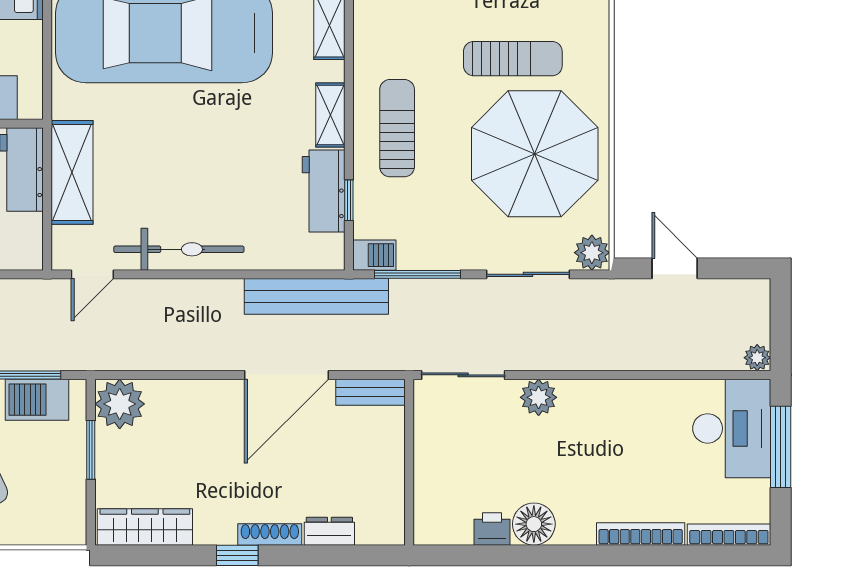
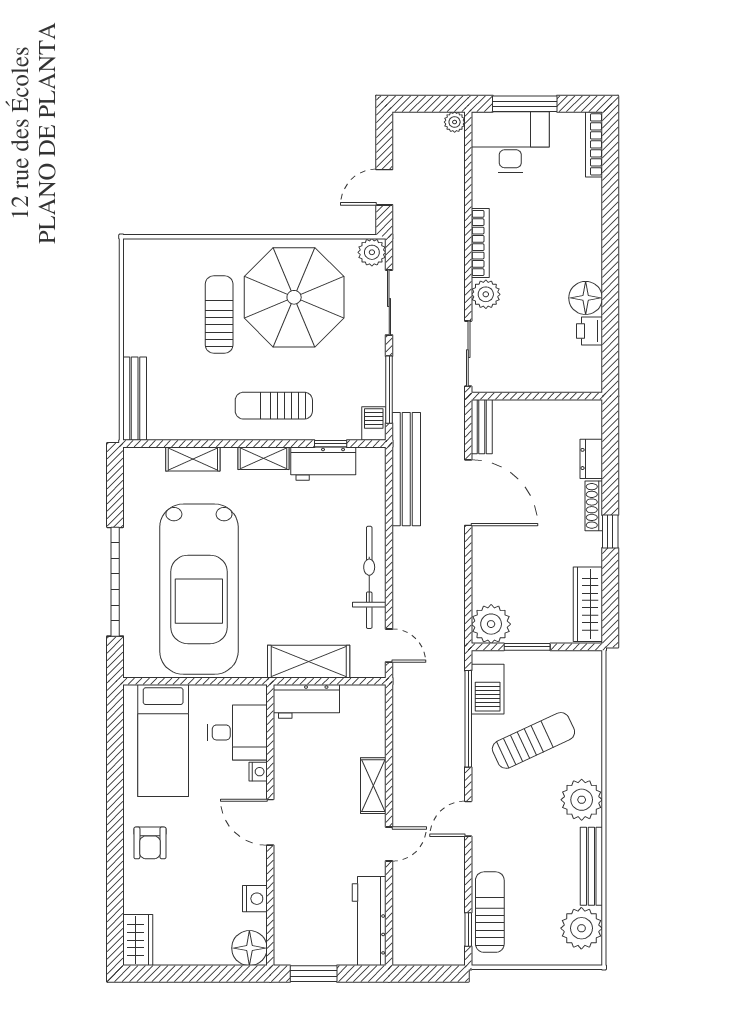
bookcase: (641, 534) -> (480, 243), moved, turned 180

